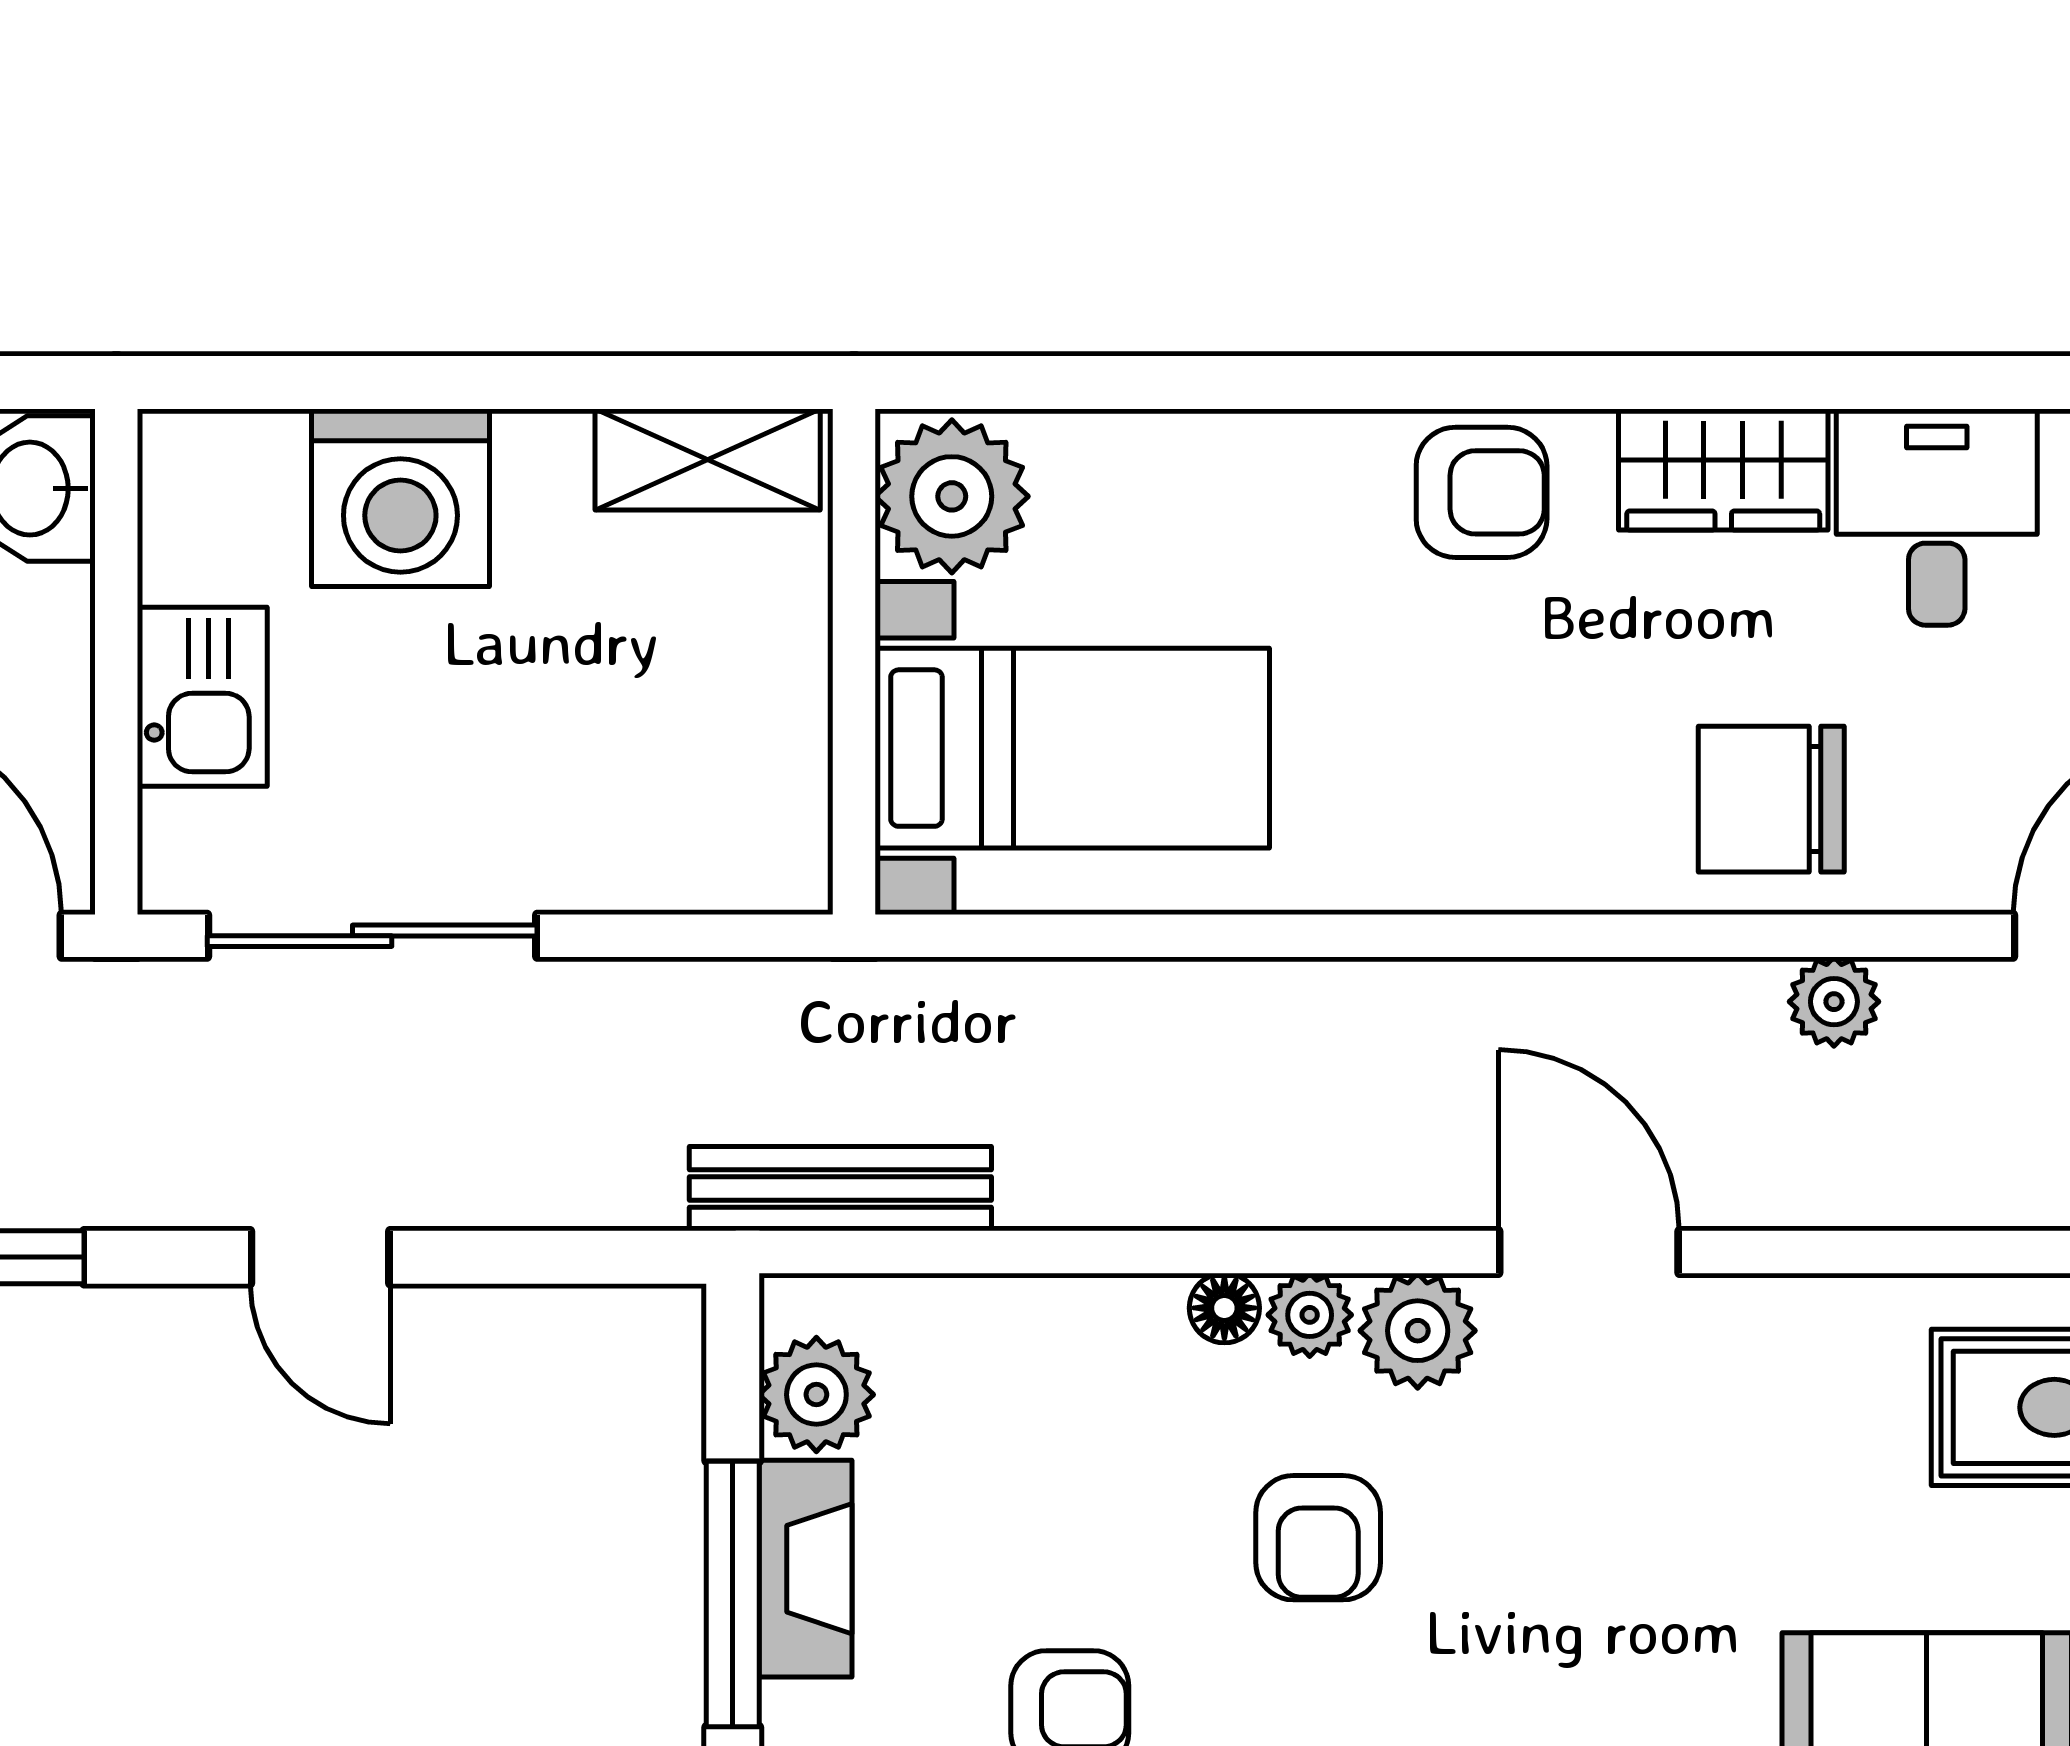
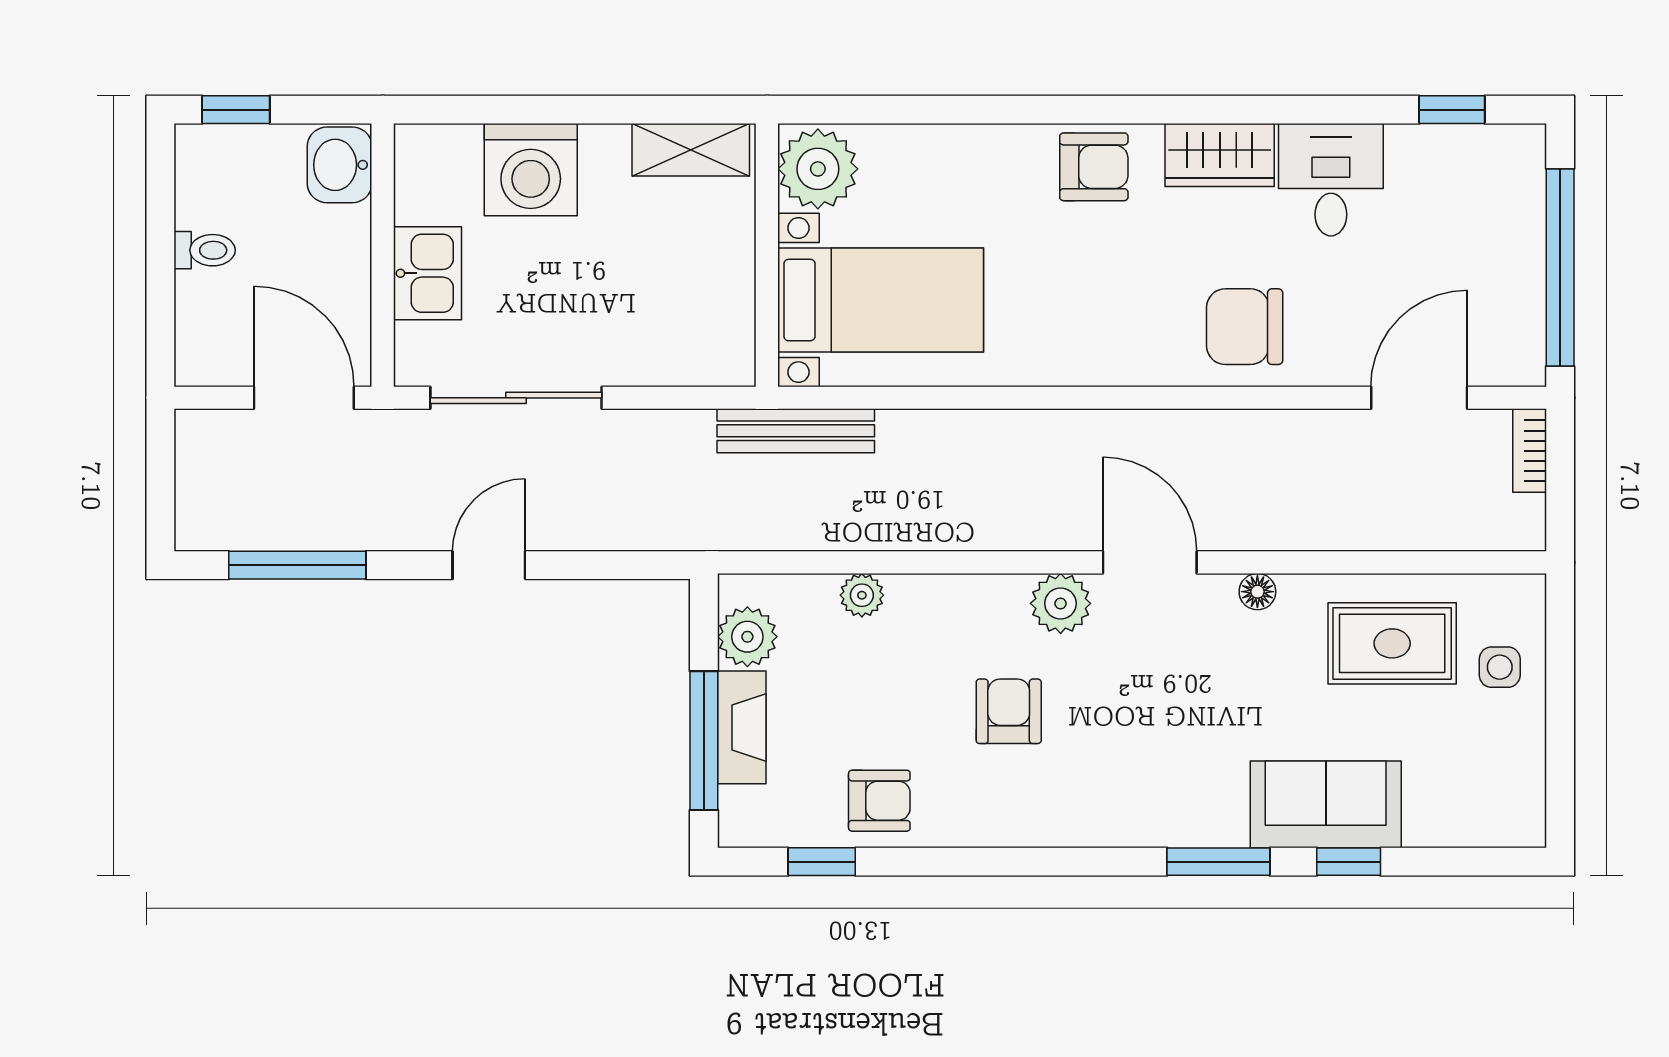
plant: (1834, 1002) -> (1277, 432), removed
bench: (840, 1189) -> (796, 431), moved
door: (320, 1257) -> (489, 565), swing flipped
floor lamp: (1224, 1308) -> (1257, 592), moved
plant: (1310, 1315) -> (862, 595), moved
armchair: (1318, 1538) -> (1009, 711), turned 180

